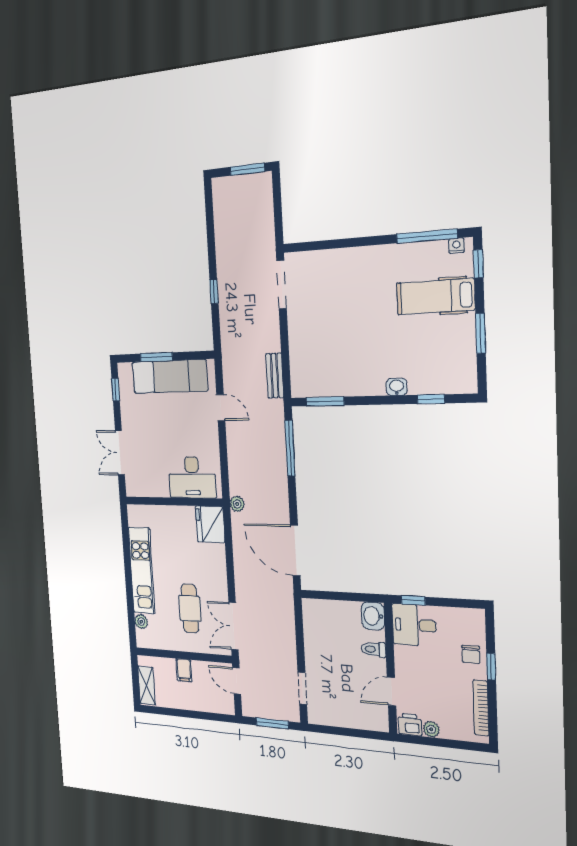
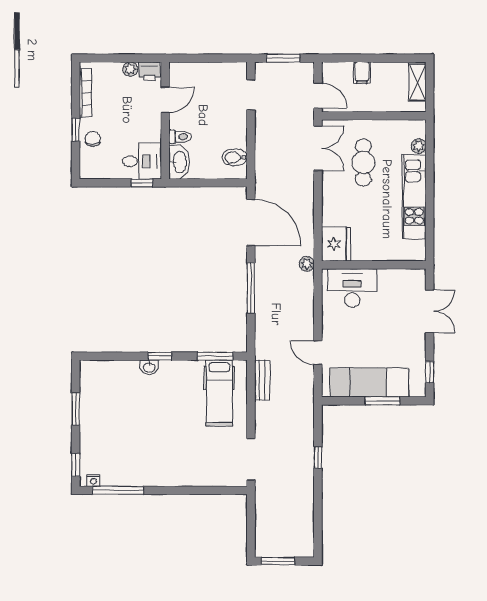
hospital bed: (435, 297) -> (219, 393), moved, turned 90
window: (431, 399) -> (160, 356), moved
window: (290, 448) -> (251, 288), moved
washbasin: (373, 616) -> (179, 162), width x1.38
bidet: (315, 622) -> (235, 157), added
filing cabinet: (184, 670) -> (362, 73), moved, turned 180

